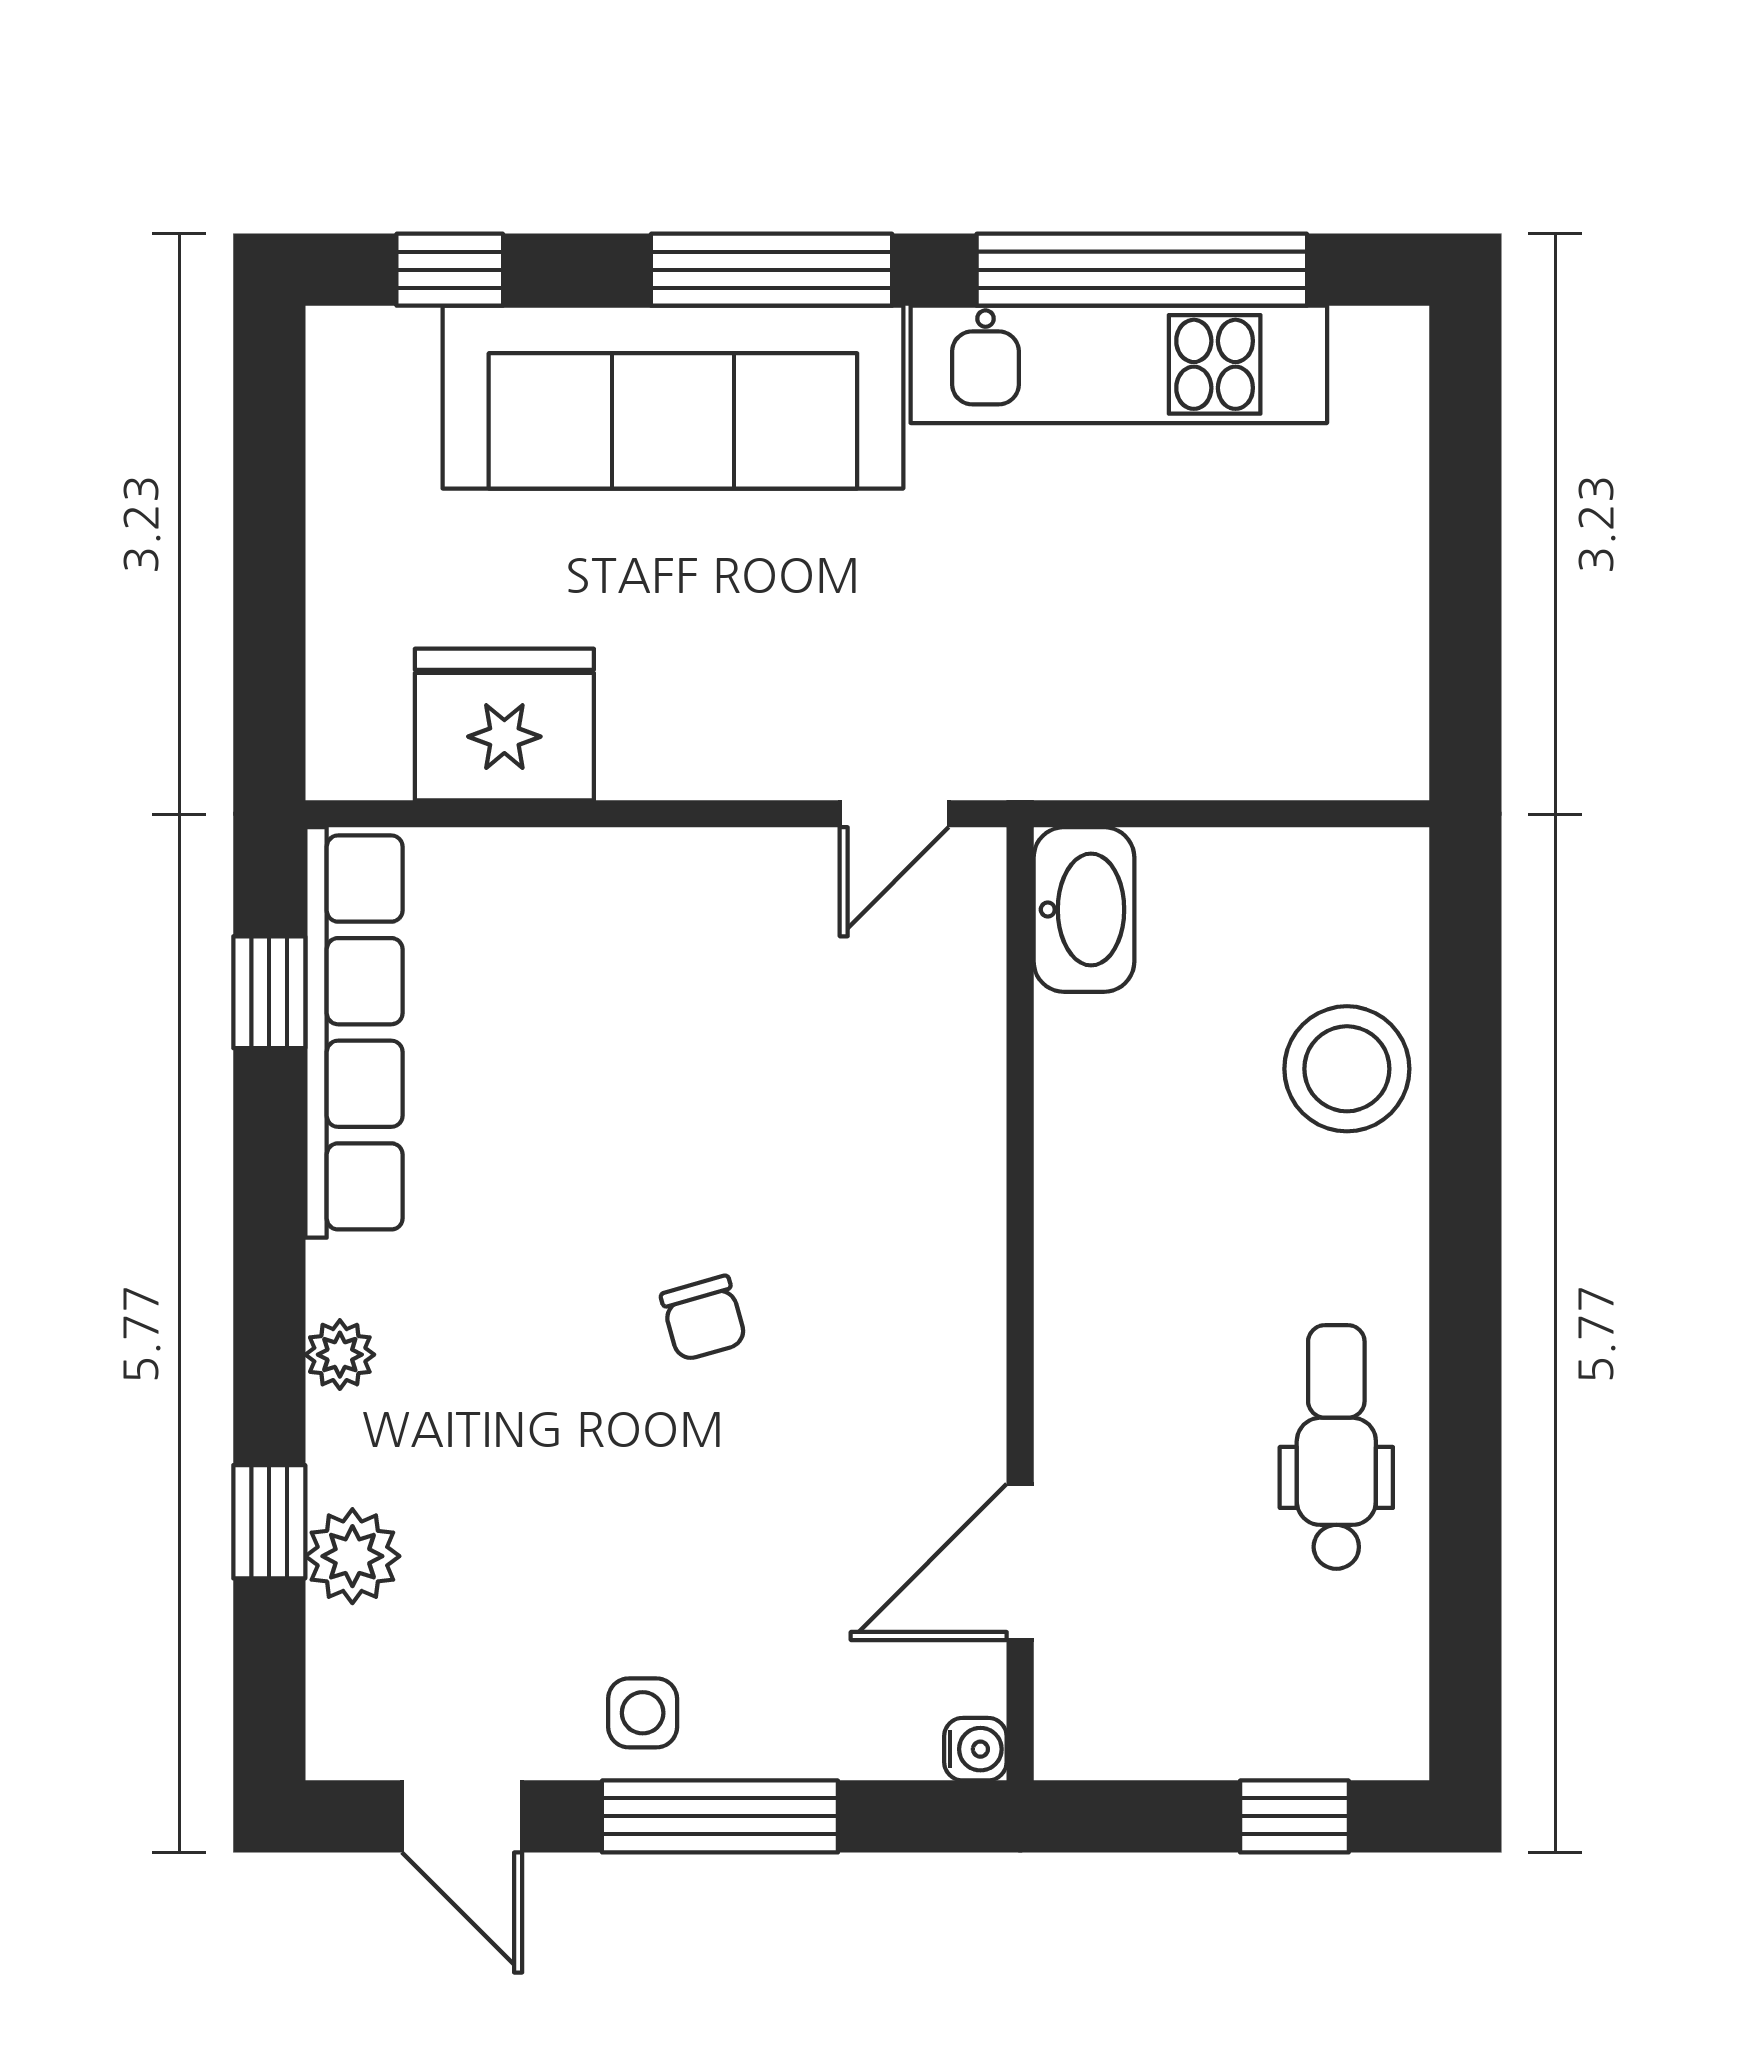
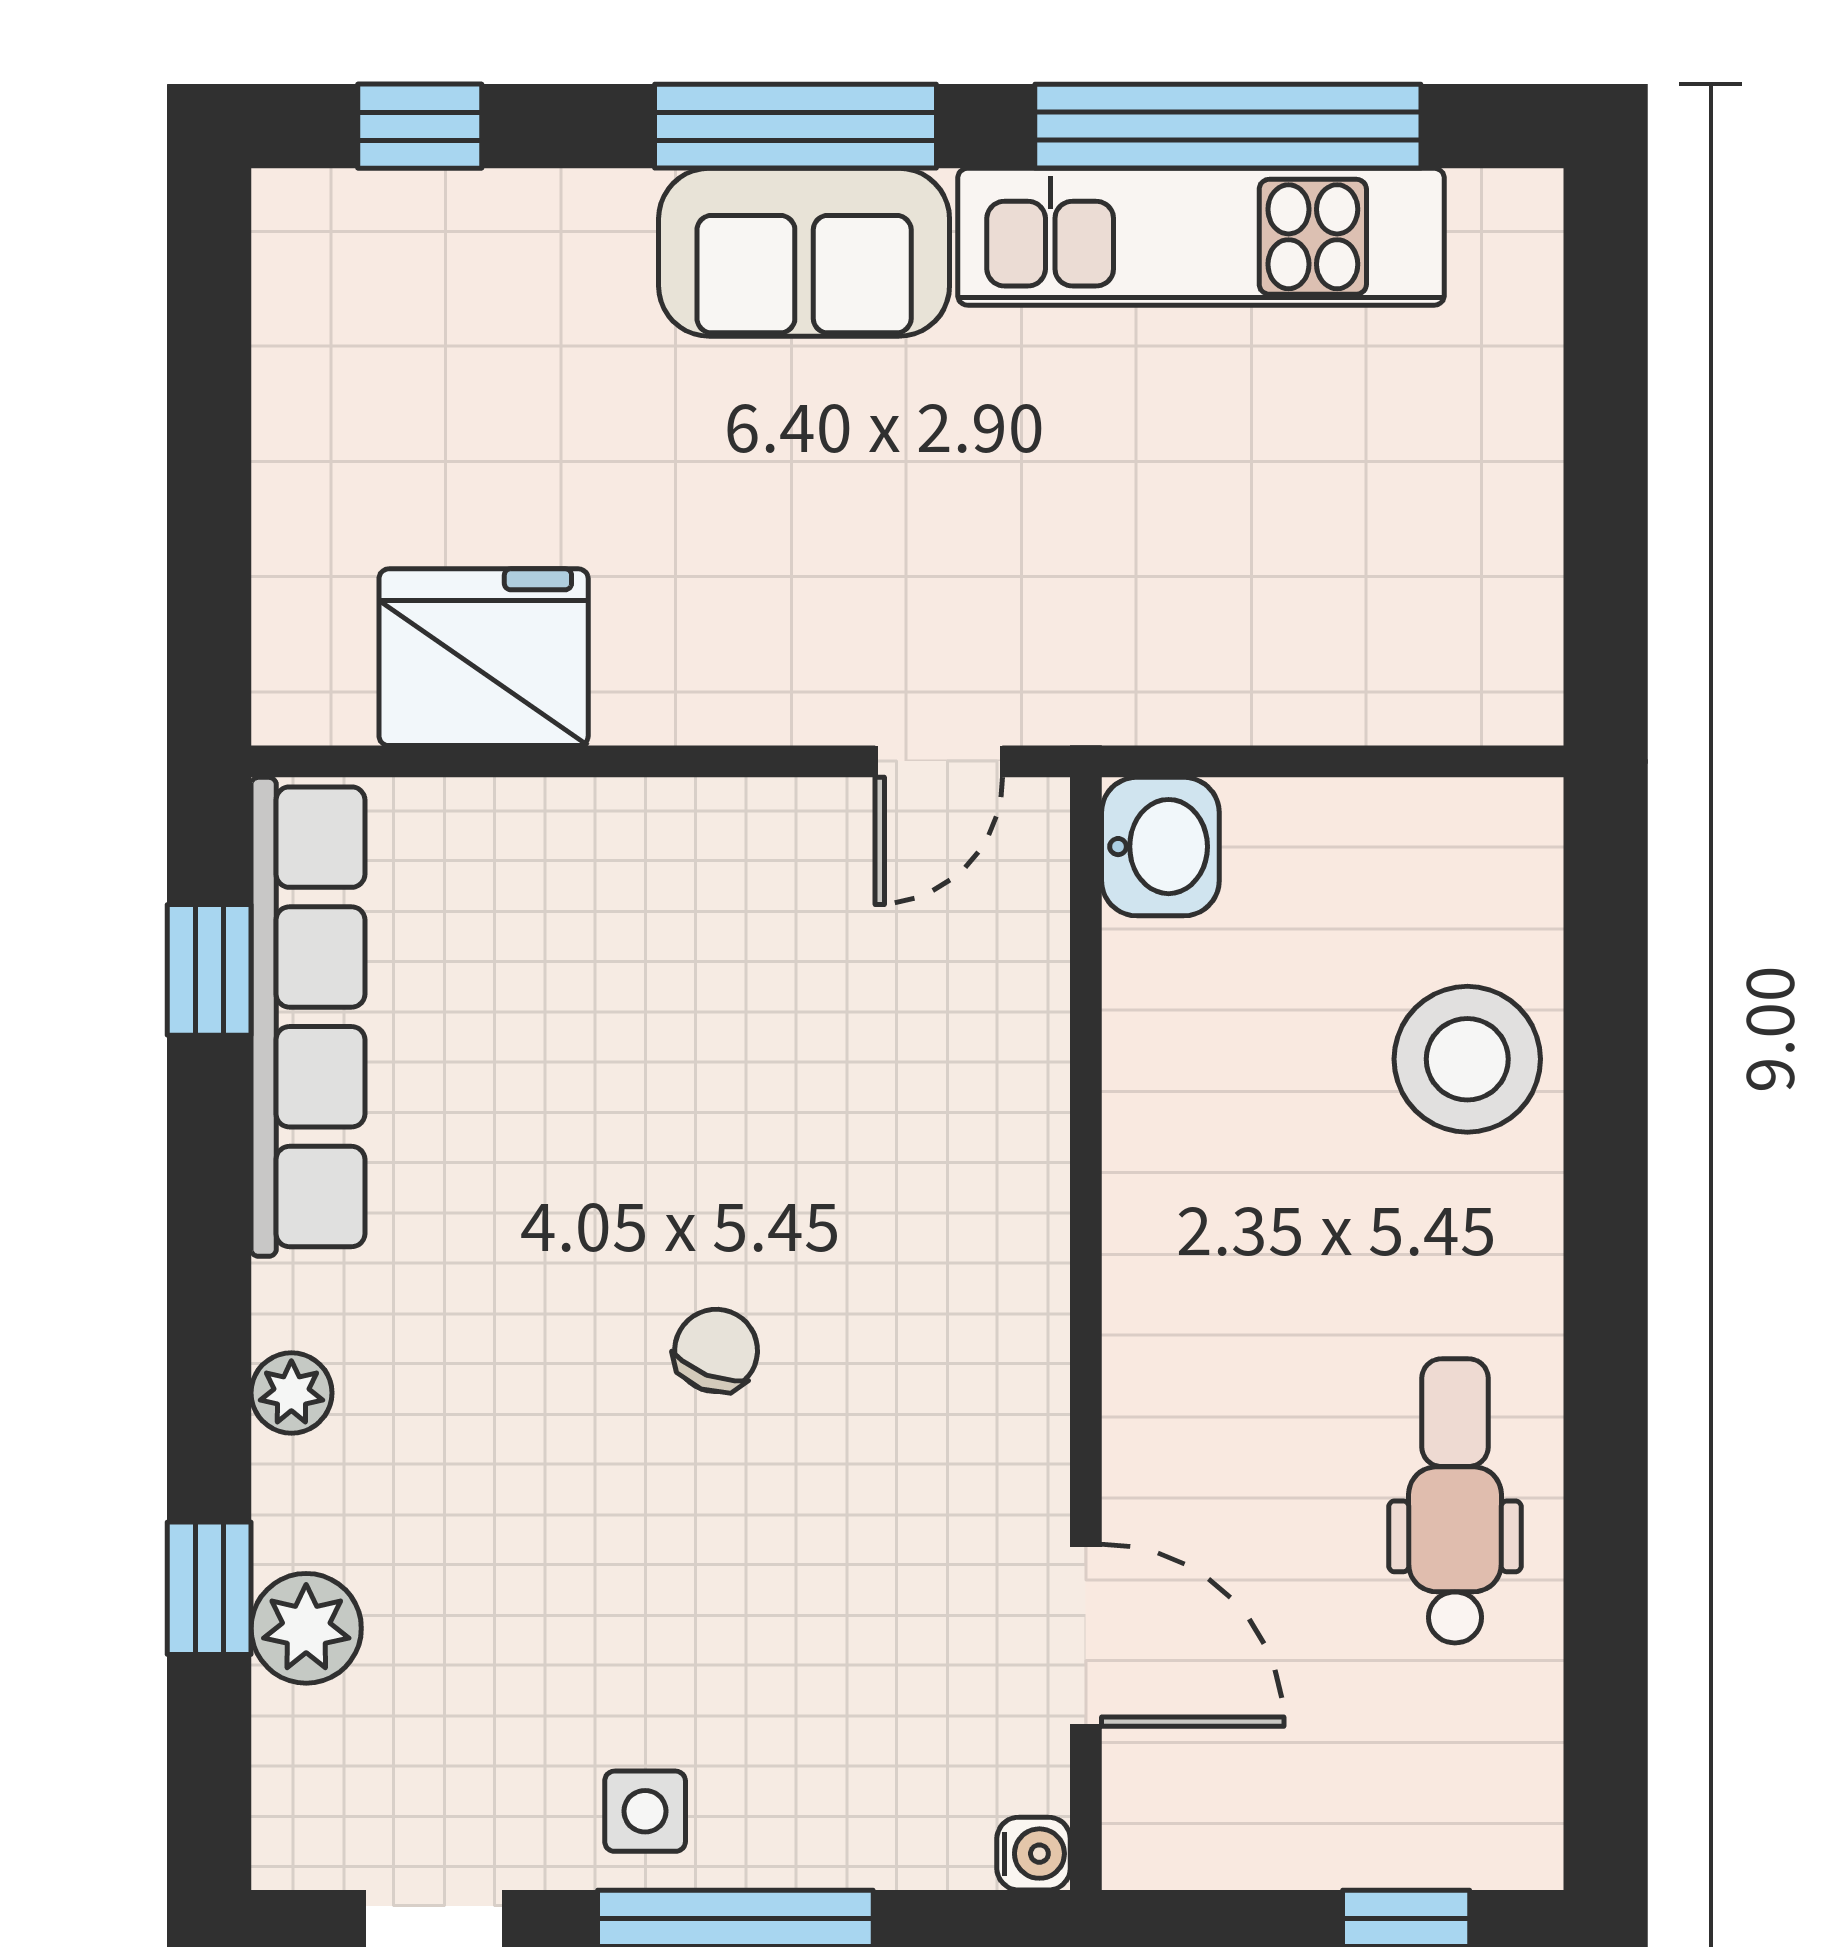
sofa: (673, 397) -> (804, 252), width x0.54, depth x0.79
washbasin: (1084, 910) -> (1160, 847), width x0.72
chair: (703, 1318) -> (716, 1350), turned -143
door: (1020, 1562) -> (1086, 1635), swing flipped

